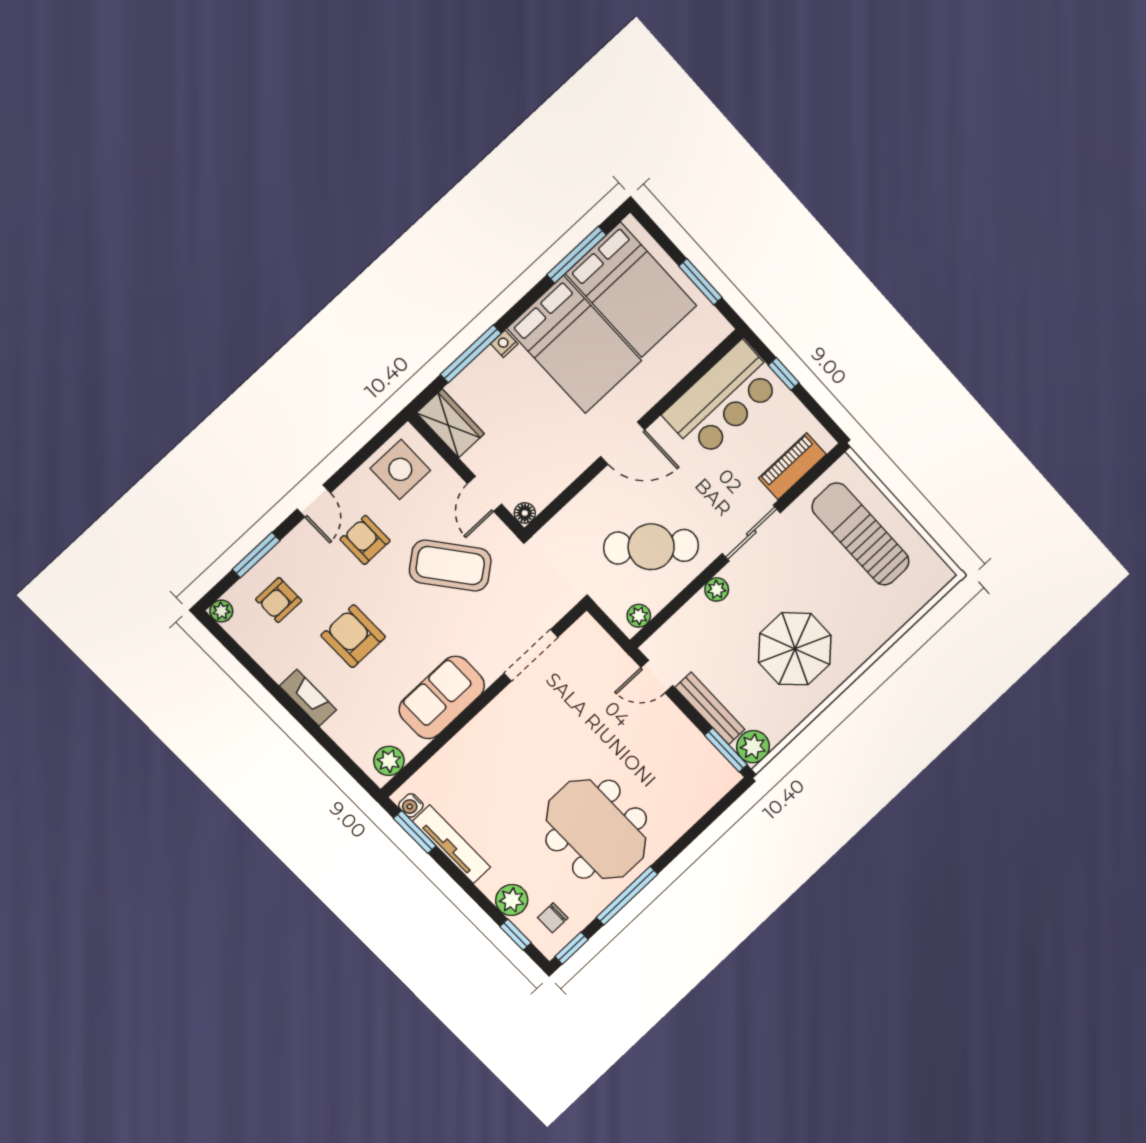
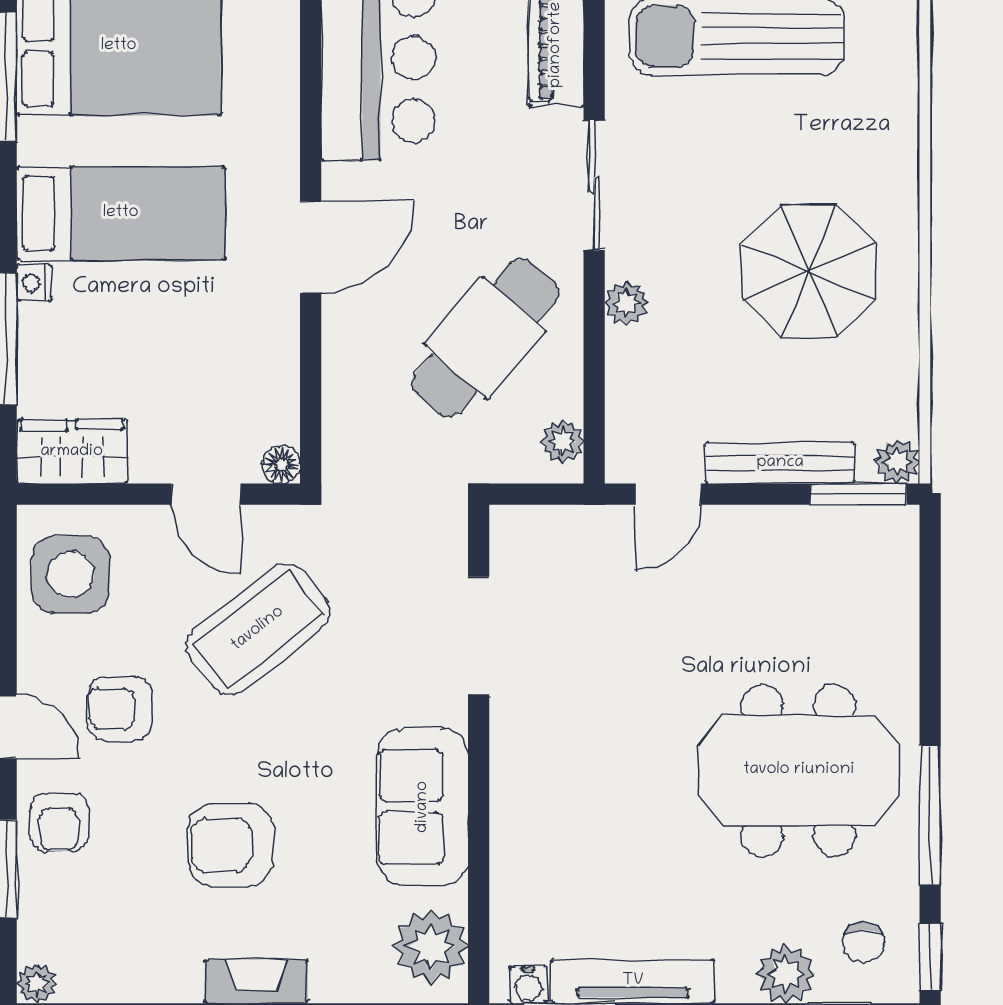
bed: (574, 345) -> (121, 213), width x0.67
armchair: (279, 600) -> (59, 822), moved
plant: (753, 747) -> (897, 461), width x0.73, depth x0.73
plant: (389, 761) -> (431, 946), width x1.36, depth x1.36

